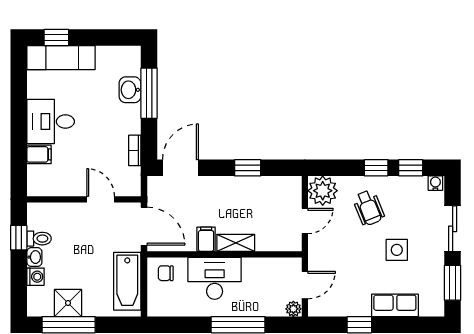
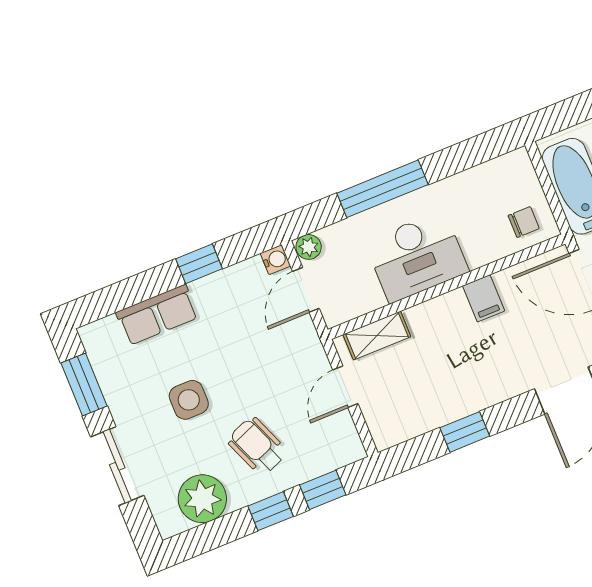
window: (411, 168) -> (323, 490), moved
water cooler: (435, 183) -> (275, 260), moved, turned -90
plant: (323, 191) -> (202, 499), moved
shelving: (236, 243) -> (377, 336), moved
desk: (215, 278) -> (417, 257), moved

